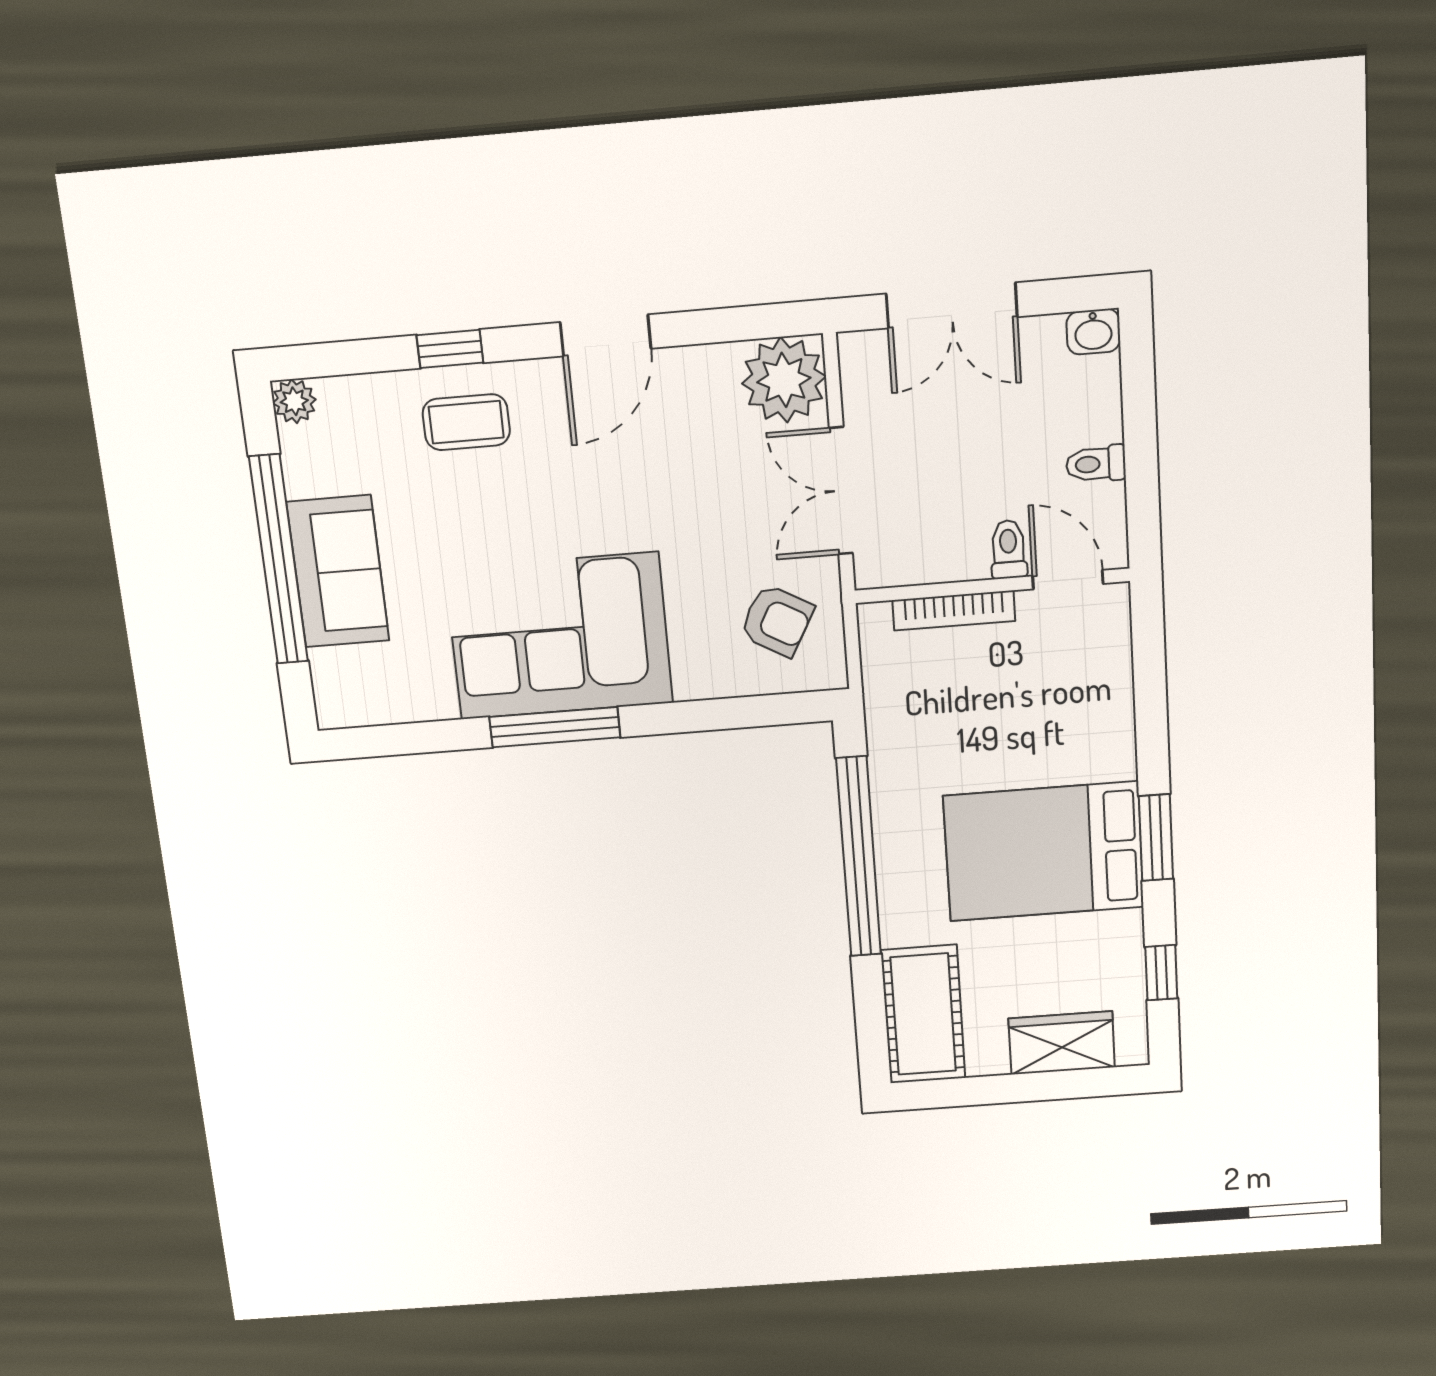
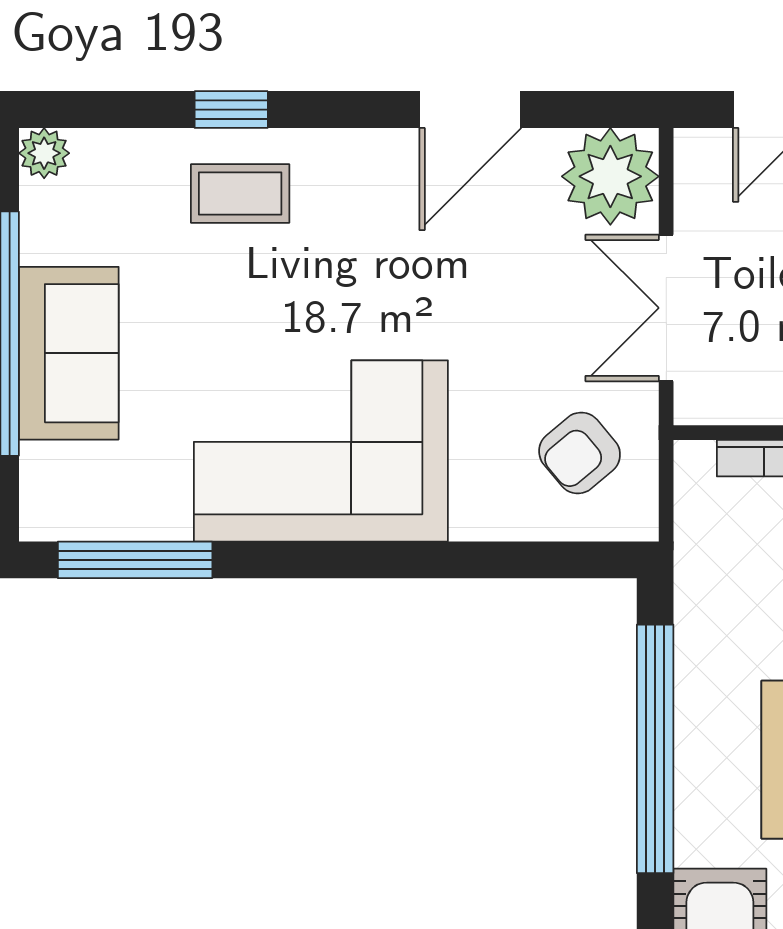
door: (606, 335) -> (470, 110), moved
armchair: (777, 620) -> (580, 453), turned 111
window: (555, 727) -> (135, 560), moved

